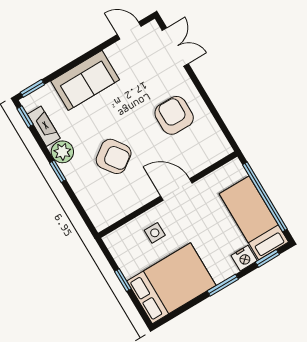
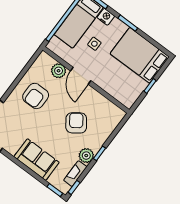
plant: (196, 162) -> (59, 71), added
side table: (155, 233) -> (94, 44), moved

